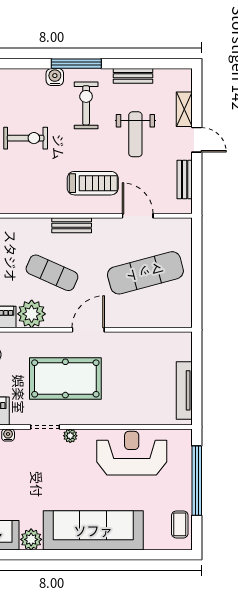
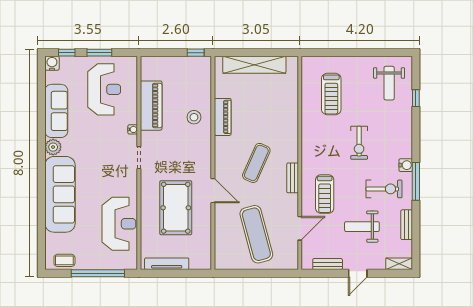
shelving: (184, 109) -> (399, 264), moved
plant: (32, 314) -> (225, 147), removed
pool table: (65, 378) -> (176, 208), moved
plant: (70, 436) -> (132, 177), removed

